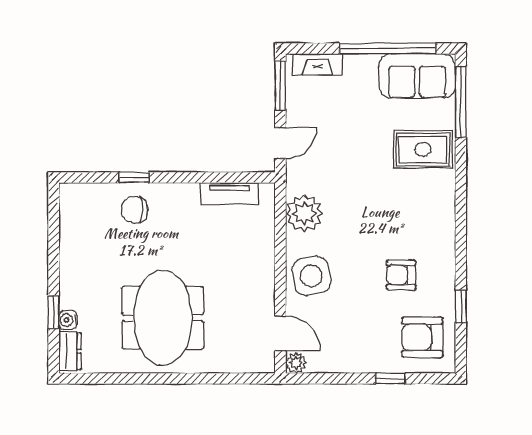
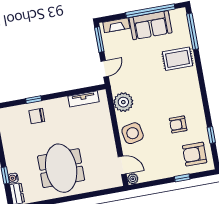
sofa: (417, 76) -> (150, 25), moved

